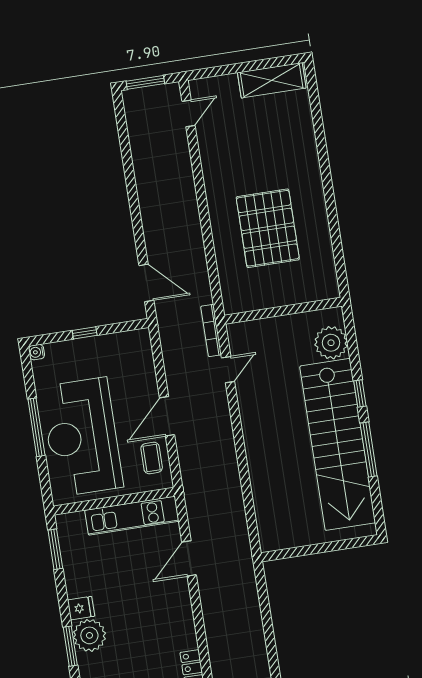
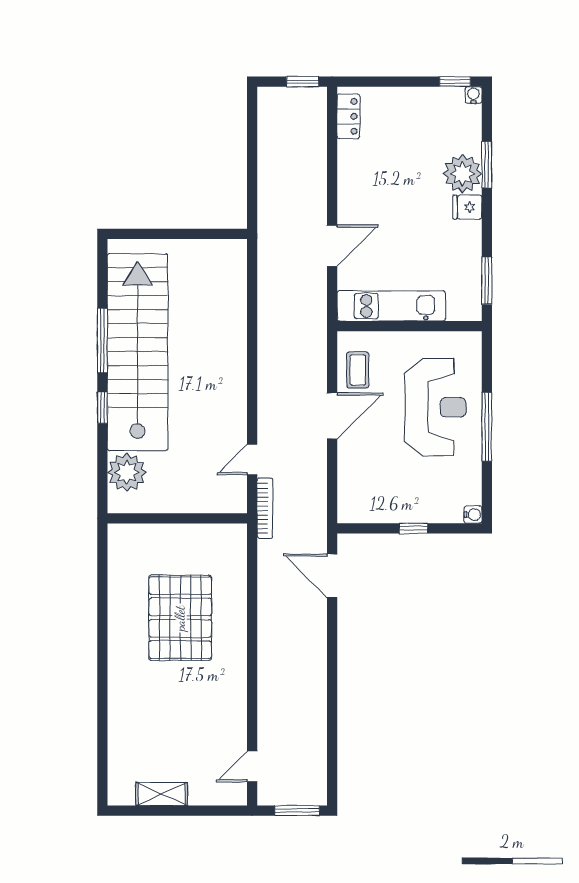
shelving: (272, 80) -> (162, 794), width x0.67, depth x0.75
reception desk: (82, 437) -> (435, 407), width x0.74, depth x0.77

